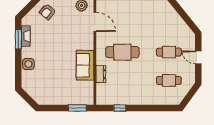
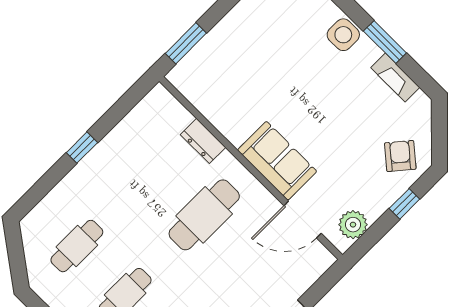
window: (18, 39) -> (385, 42), moved
sofa: (85, 65) -> (277, 161), moved
window: (120, 108) -> (82, 148), moved

